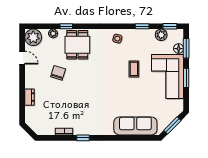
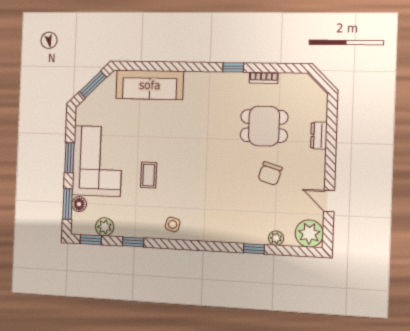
dining table: (77, 45) -> (264, 126), moved, turned 90

